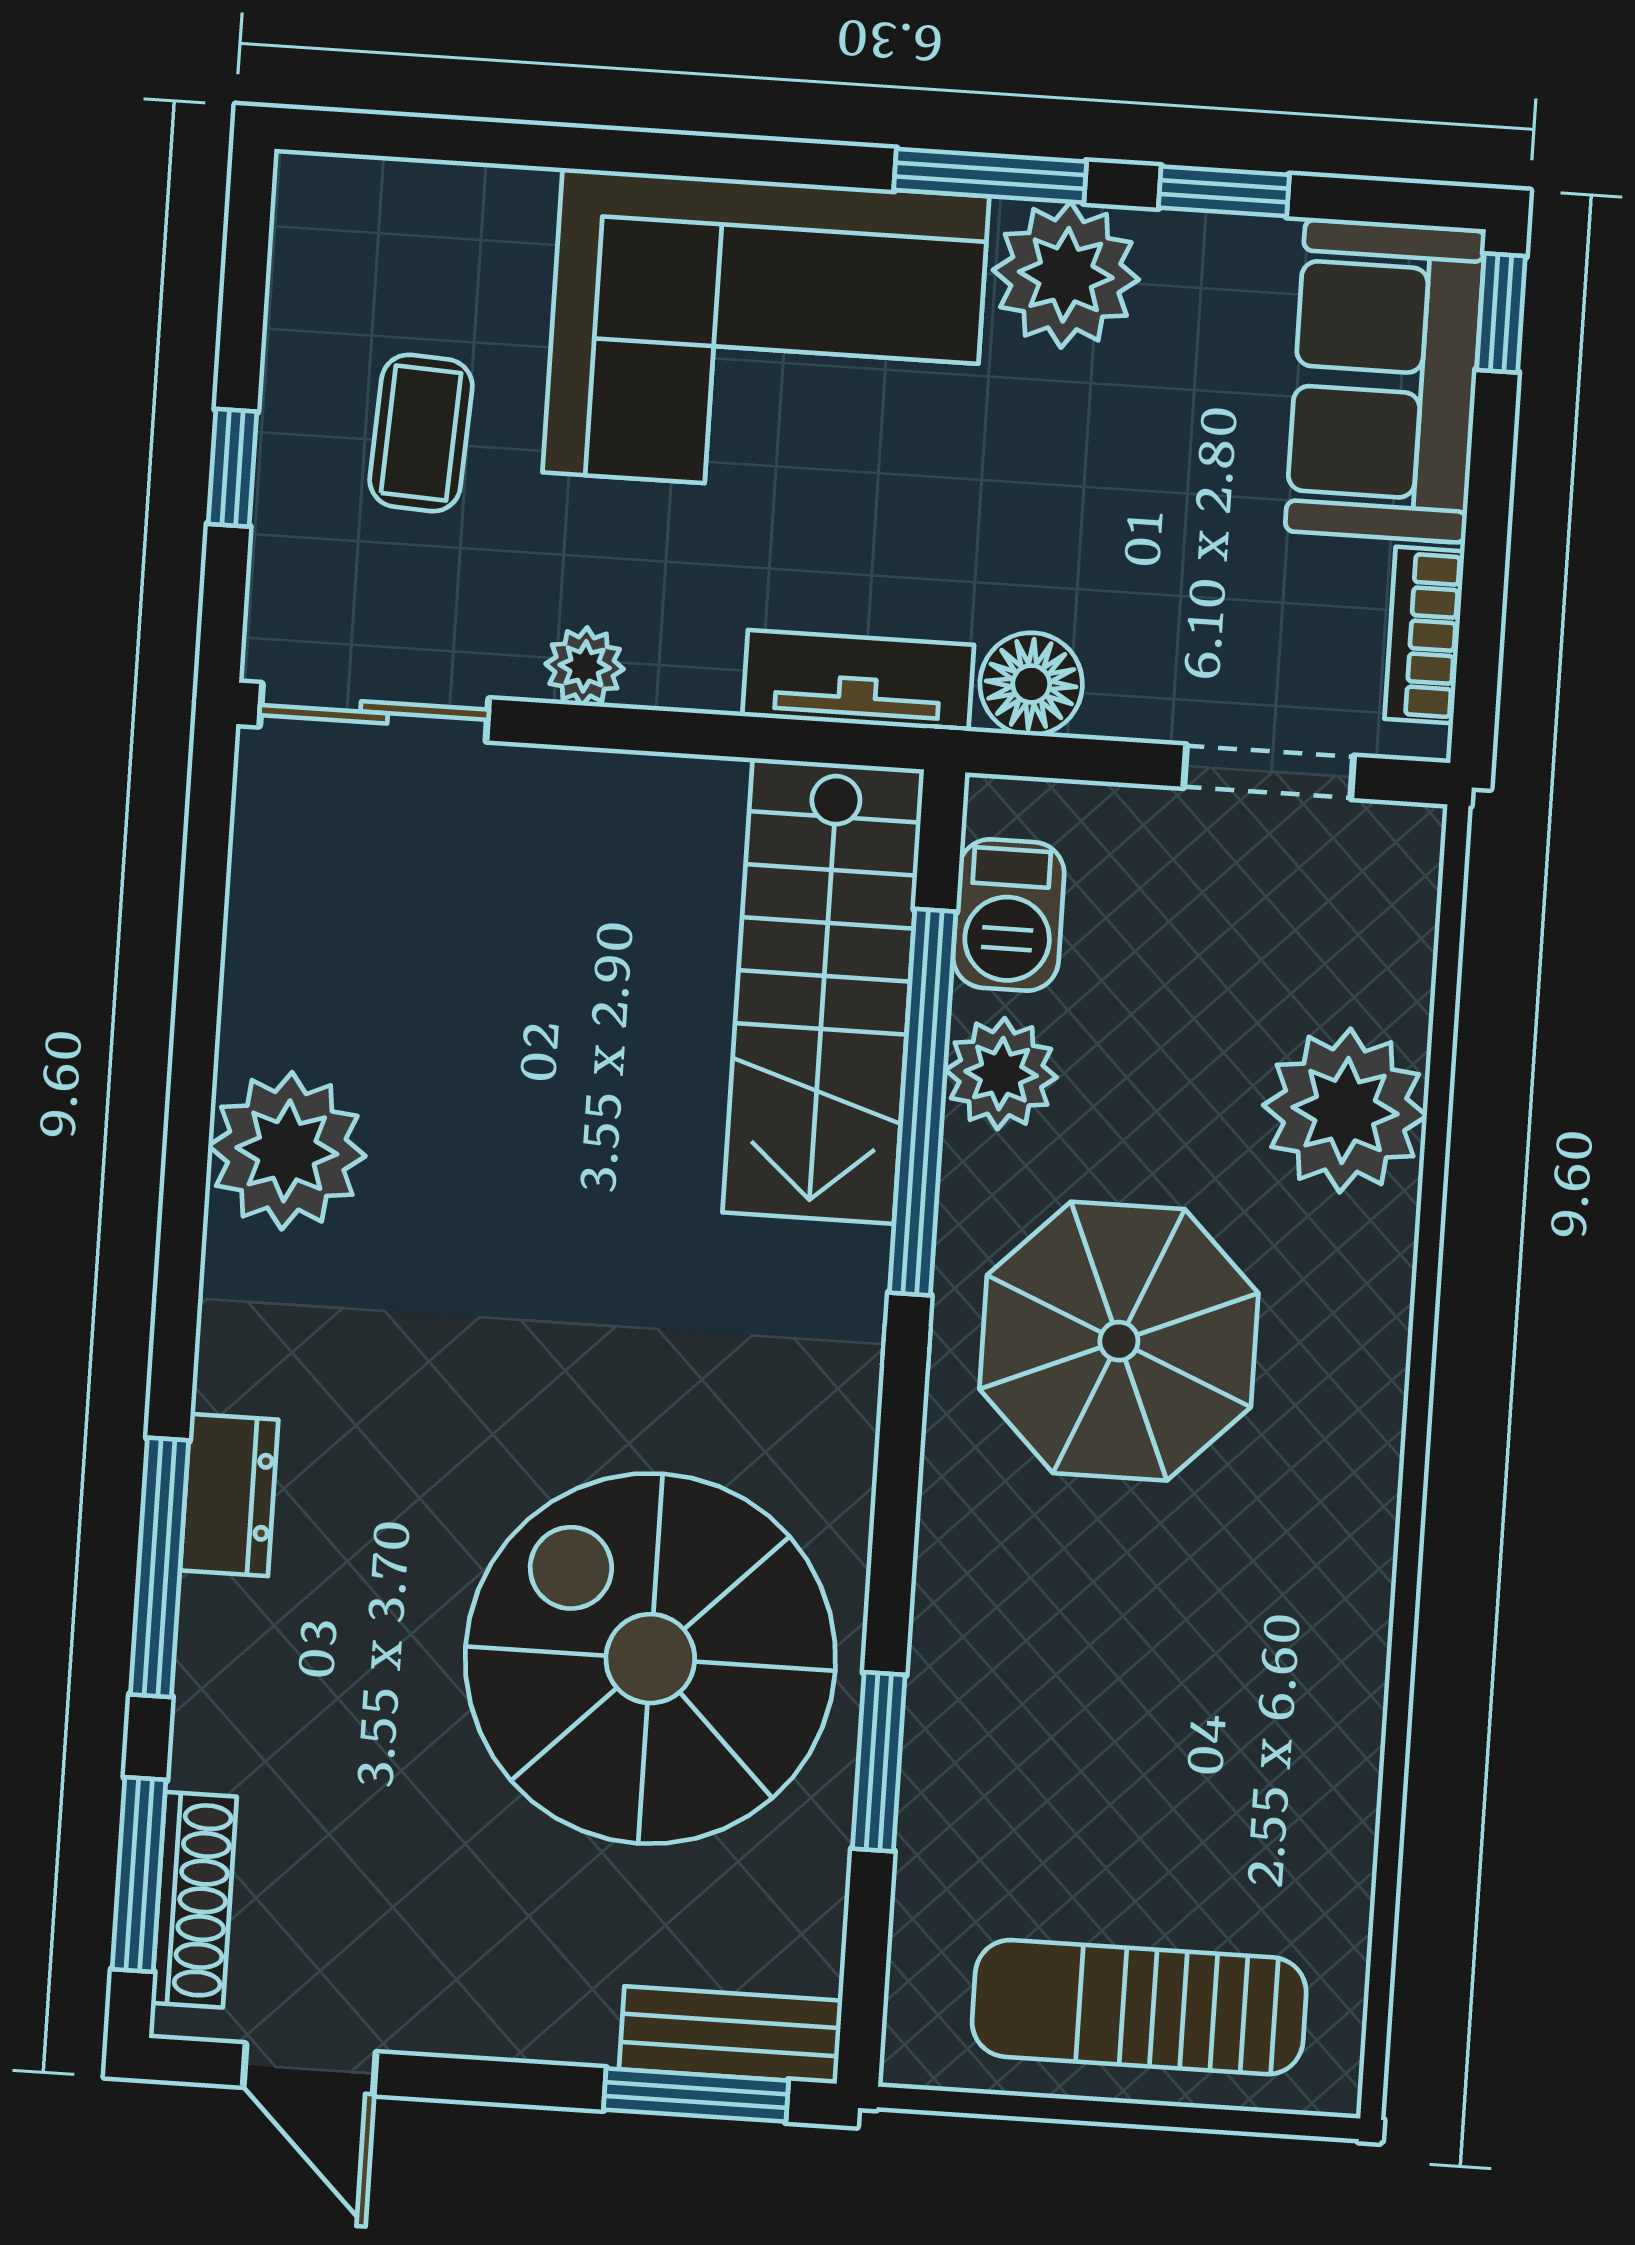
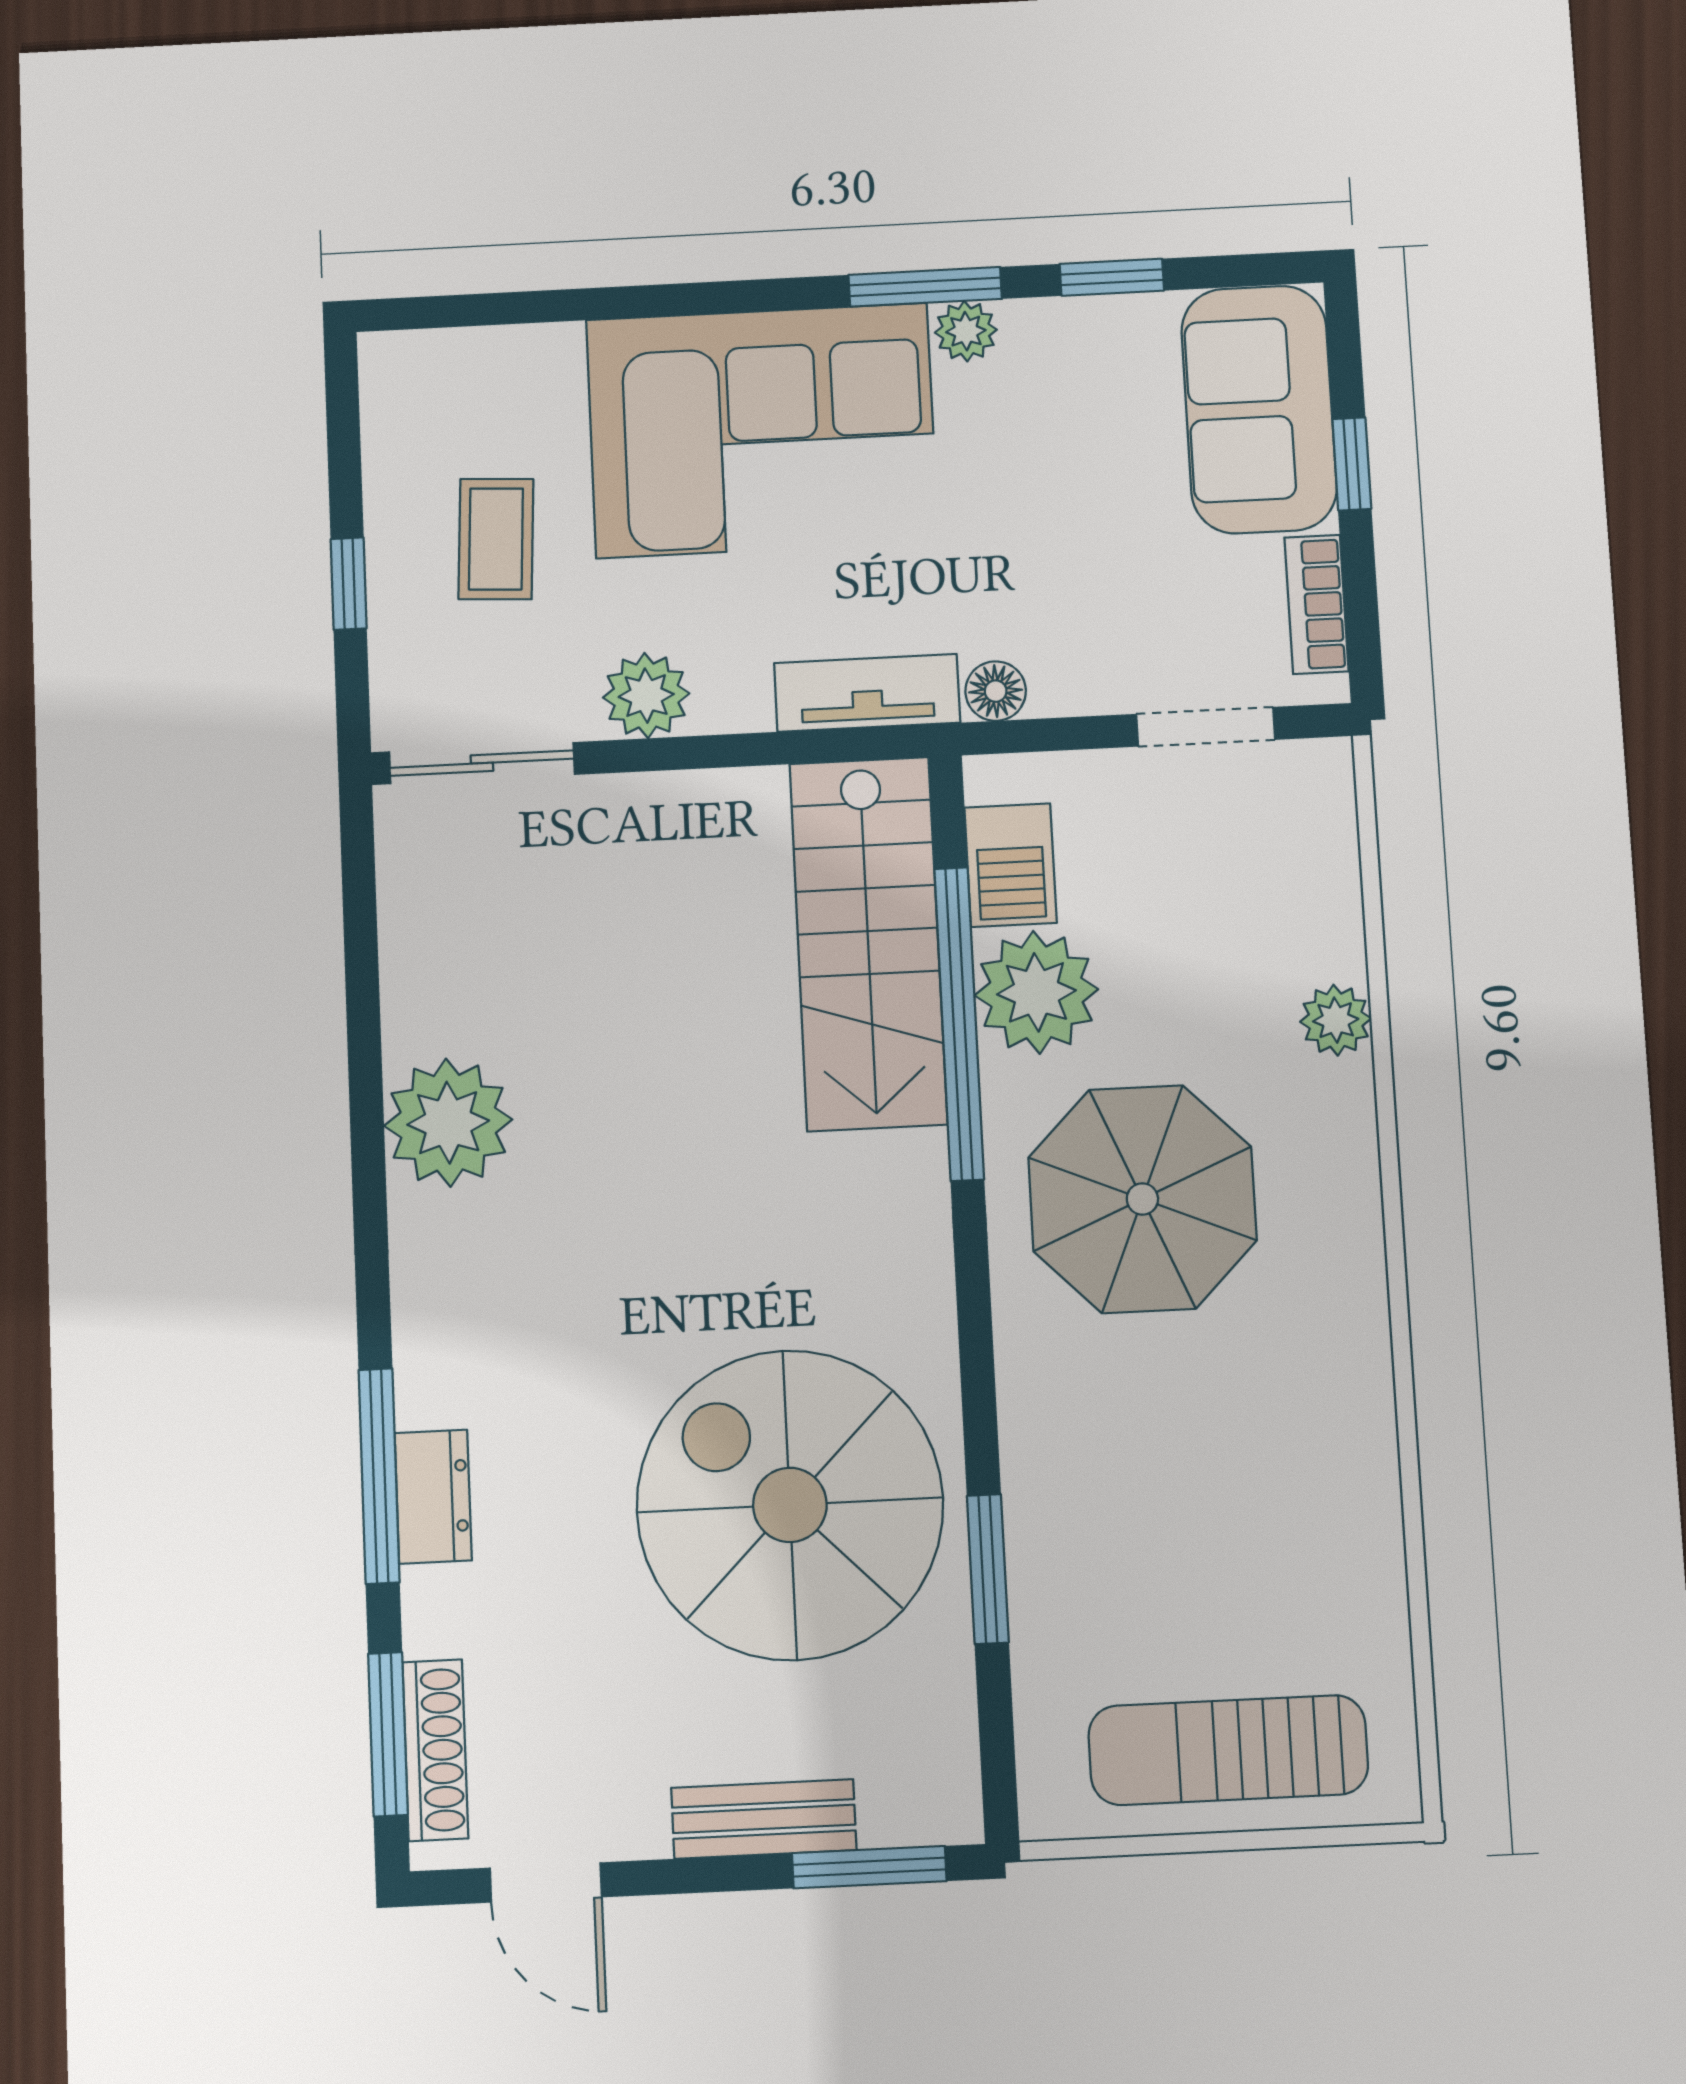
plant: (1066, 275) -> (966, 331), width x0.53, depth x0.53
window: (1501, 313) -> (1352, 464), moved
plant: (585, 666) -> (646, 696), width x1.38, depth x1.38
floor lamp: (1031, 684) -> (996, 691), width x0.73, depth x0.73
plant: (1001, 1074) -> (1036, 992), width x1.36, depth x1.36
plant: (1345, 1111) -> (1336, 1020), width x0.53, depth x0.53
dresser: (229, 1495) -> (433, 1497), moved
bench: (731, 2035) -> (764, 1819), moved

